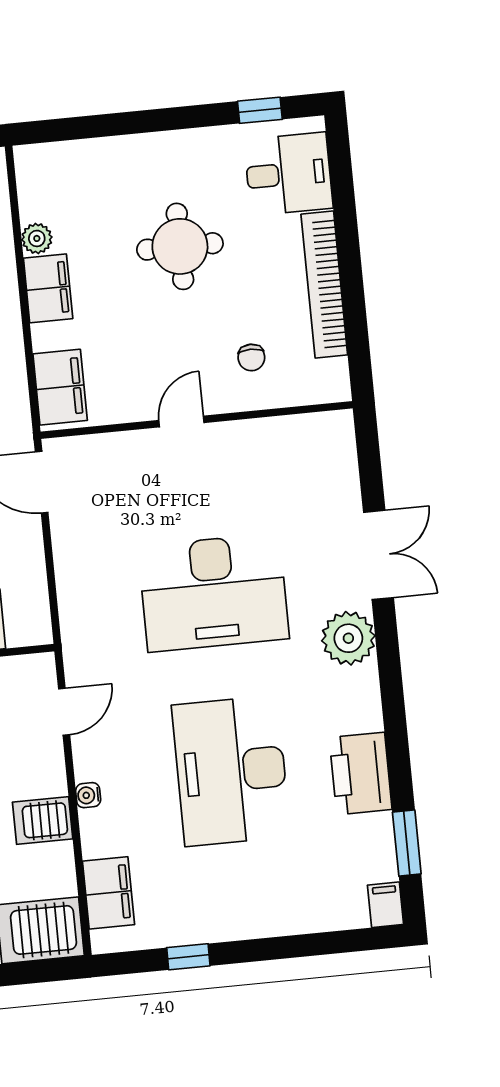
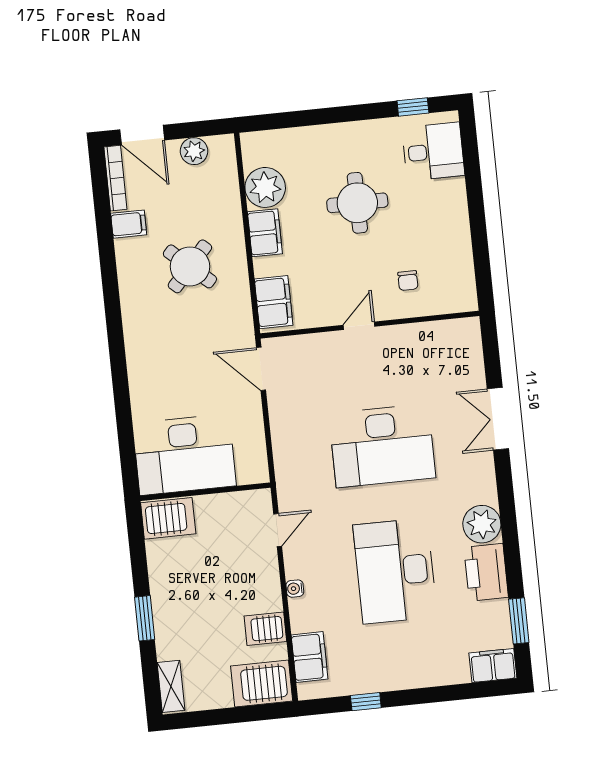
plant: (37, 238) -> (265, 187), width x1.87, depth x1.87
bookcase: (324, 284) -> (459, 229), removed
double door: (379, 555) -> (498, 419), swing flipped
plant: (348, 638) -> (482, 524), moved
server rack: (43, 821) -> (265, 629), moved
filing cabinet: (385, 905) -> (493, 665), width x2.00

